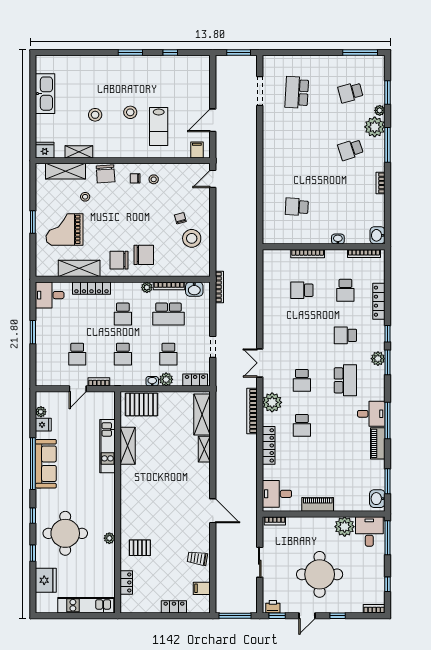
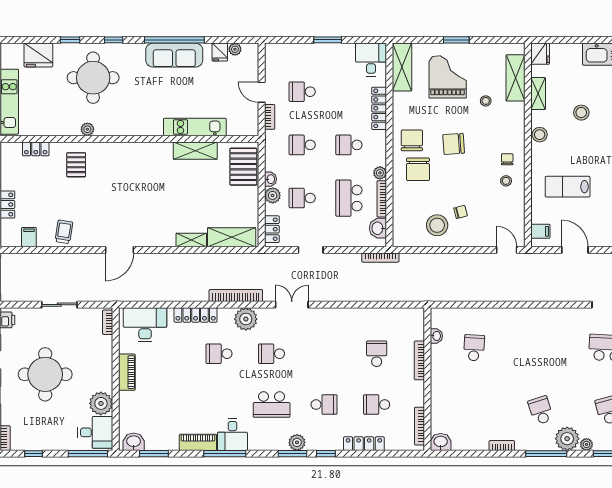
stool: (130, 112) -> (540, 135), moved
chair: (106, 174) -> (454, 144), moved
washbasin: (338, 239) -> (436, 336), moved
shelving: (79, 268) -> (402, 67), moved
school desk: (345, 335) -> (324, 405), turned 90
desk: (277, 494) -> (145, 325), width x1.37

